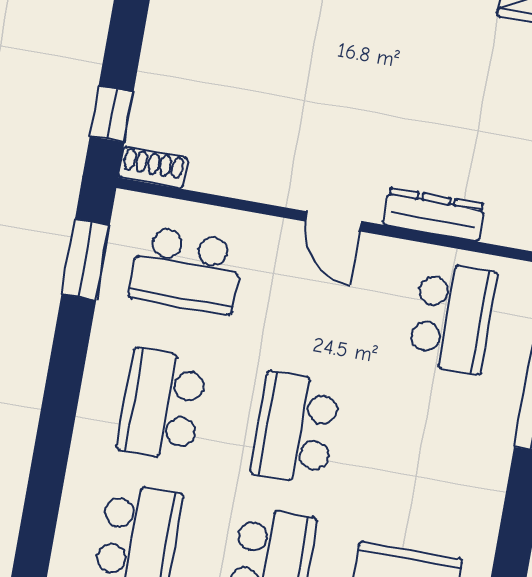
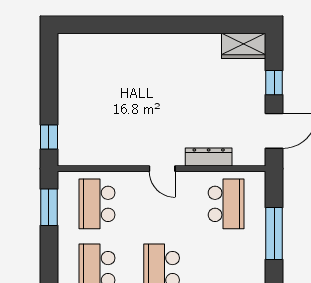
shoe rack: (153, 168) -> (73, 159), removed
school desk: (186, 270) -> (97, 204), turned 90

